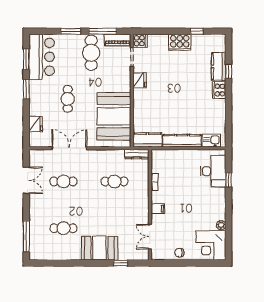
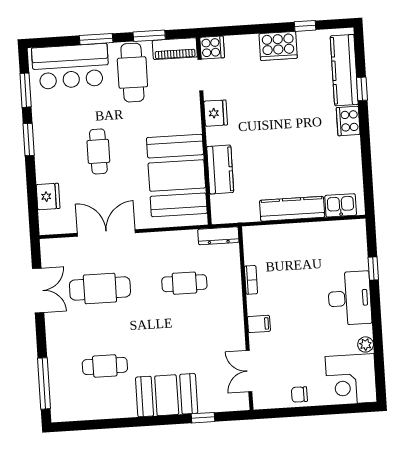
window: (103, 31) -> (149, 36), width x0.69
bar counter: (42, 57) -> (70, 66), moved, turned 90
kitchen counter: (219, 66) -> (344, 70), width x1.50
kitchen counter: (147, 140) -> (220, 169), moved, turned 90
desk: (213, 171) -> (350, 298), moved
cafe table: (63, 181) -> (100, 288), width x1.37, depth x1.35

